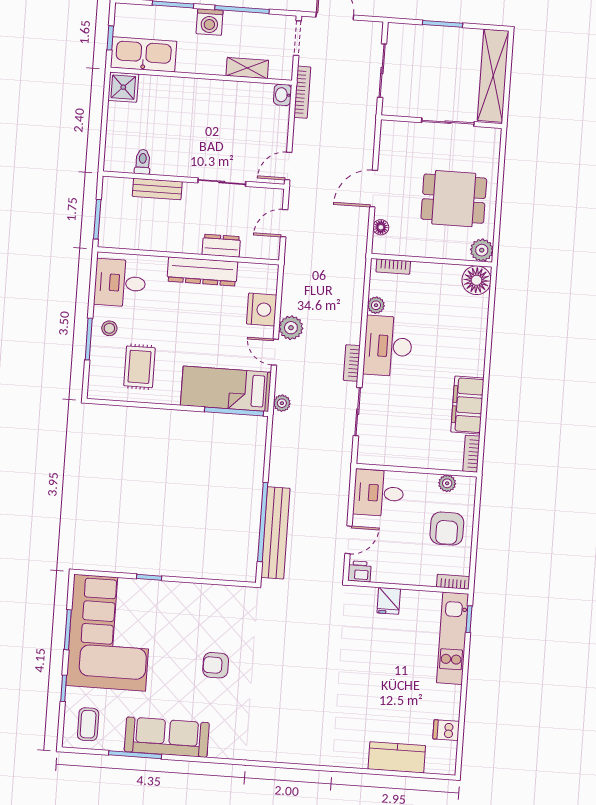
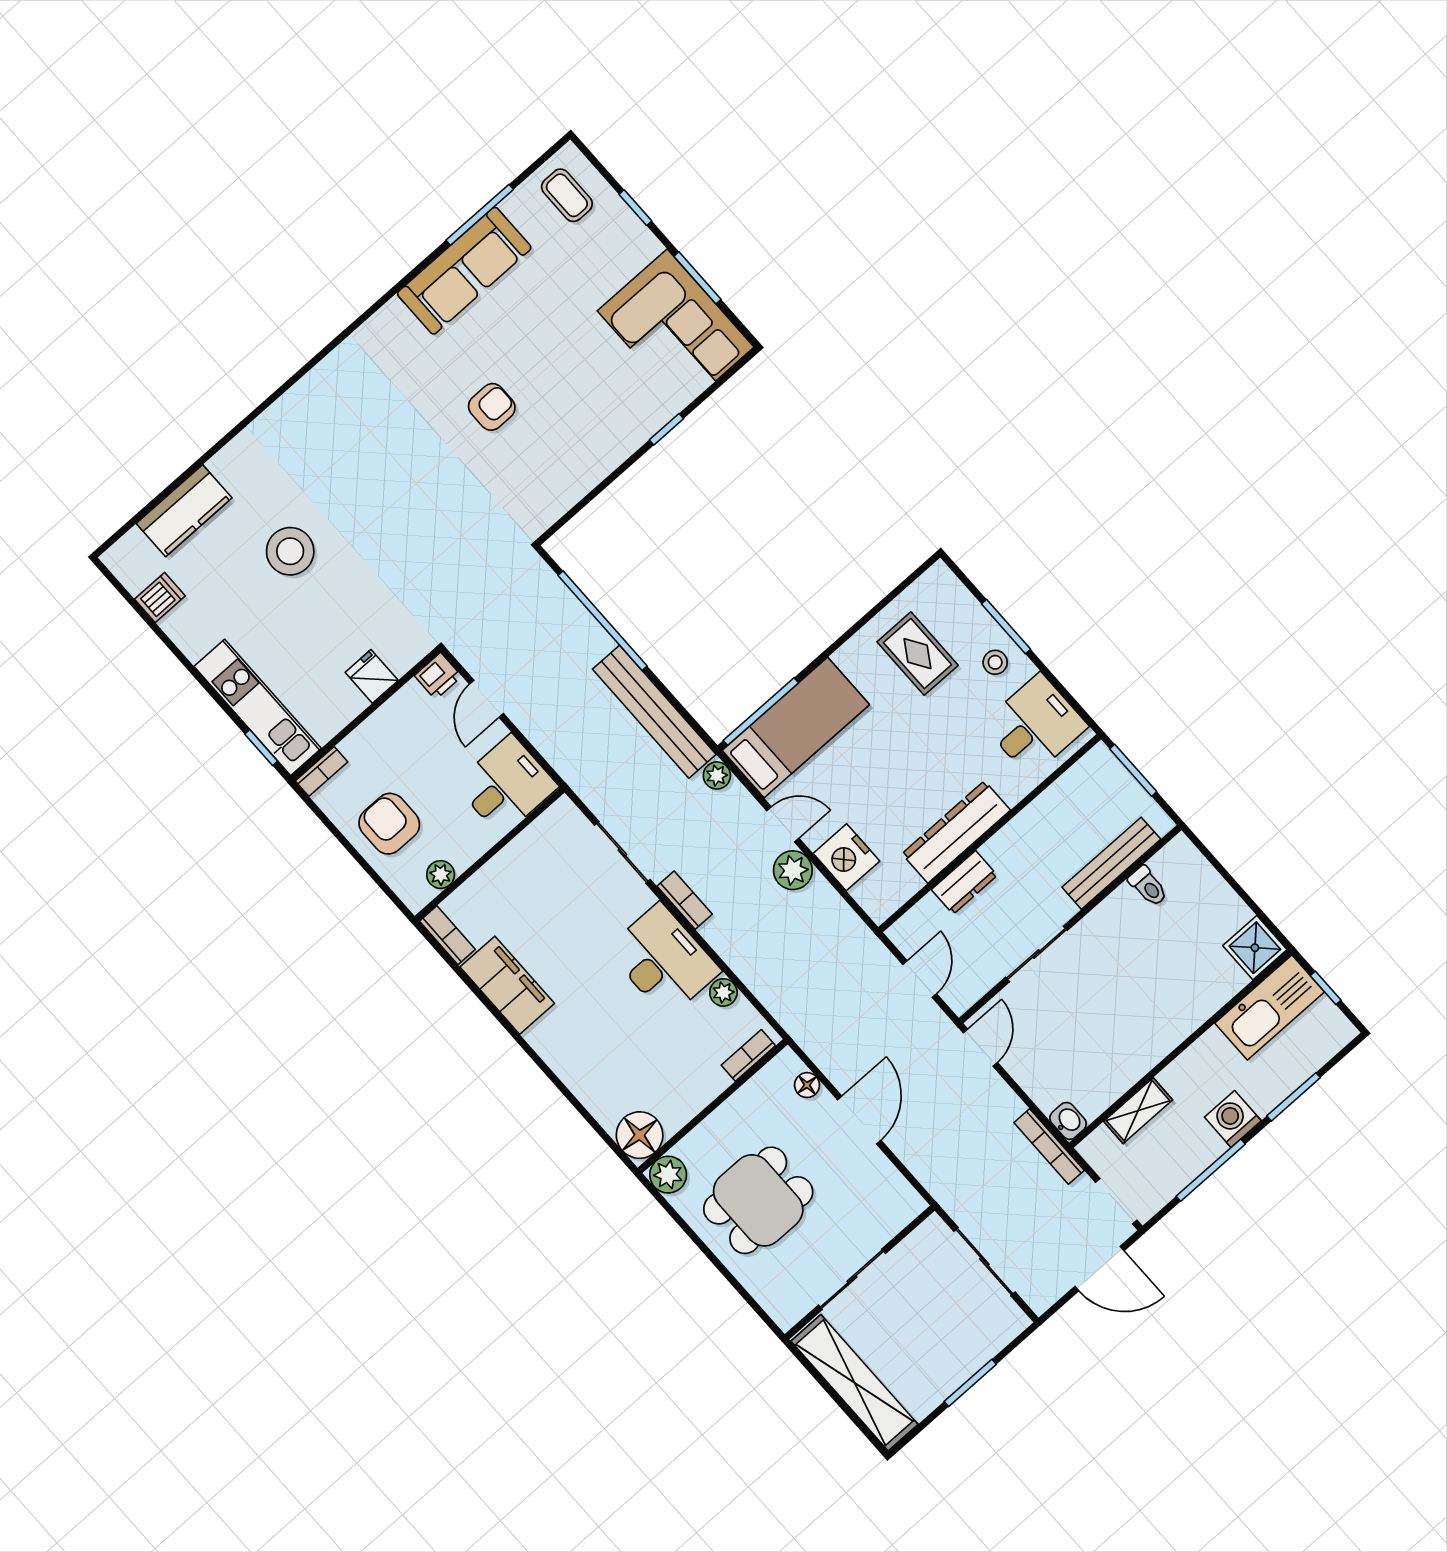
bench: (157, 189) -> (1111, 863), width x1.36
bench: (275, 533) -> (654, 712), moved
corner sofa: (110, 633) -> (676, 329), width x0.73, depth x0.74
stool: (368, 692) -> (290, 551), added

